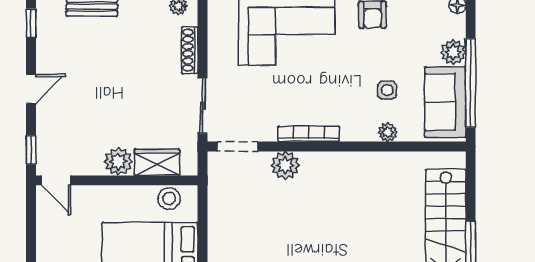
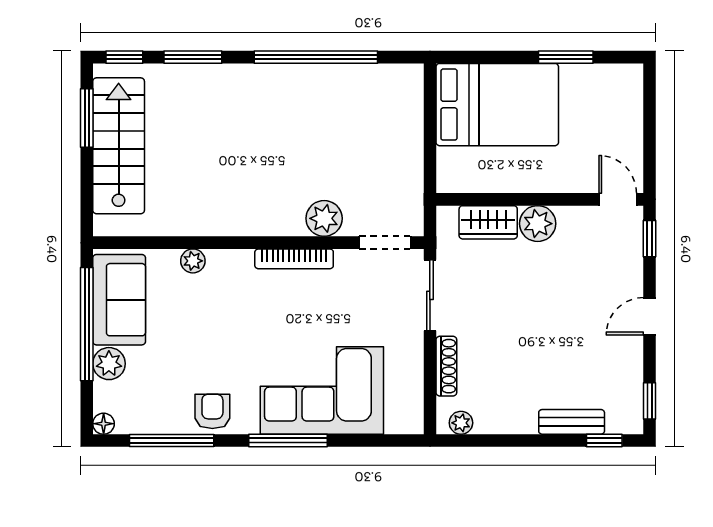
side table: (387, 90) -> (194, 315), removed
stool: (169, 198) -> (473, 176), removed

